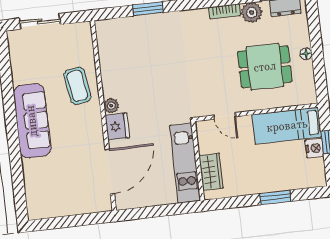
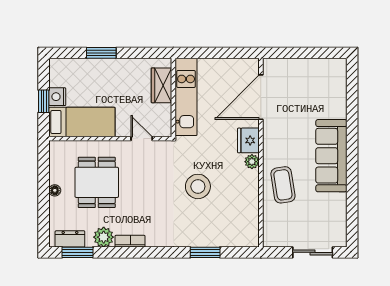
dining table: (265, 67) -> (97, 182), turned 90
stool: (163, 74) -> (198, 186), added

